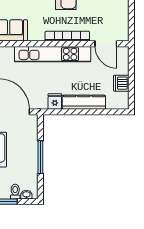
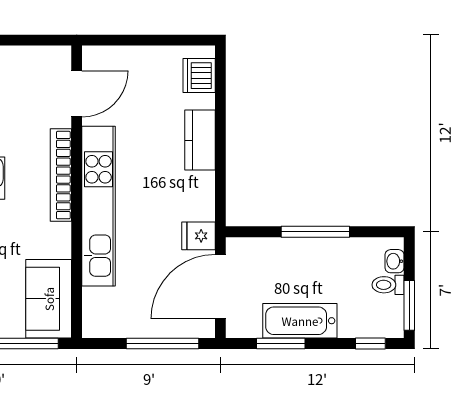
dishwasher: (121, 83) -> (199, 76), moved, turned 90
fridge: (55, 102) -> (198, 236), moved
kitchen counter: (84, 102) -> (200, 140), width x0.67

